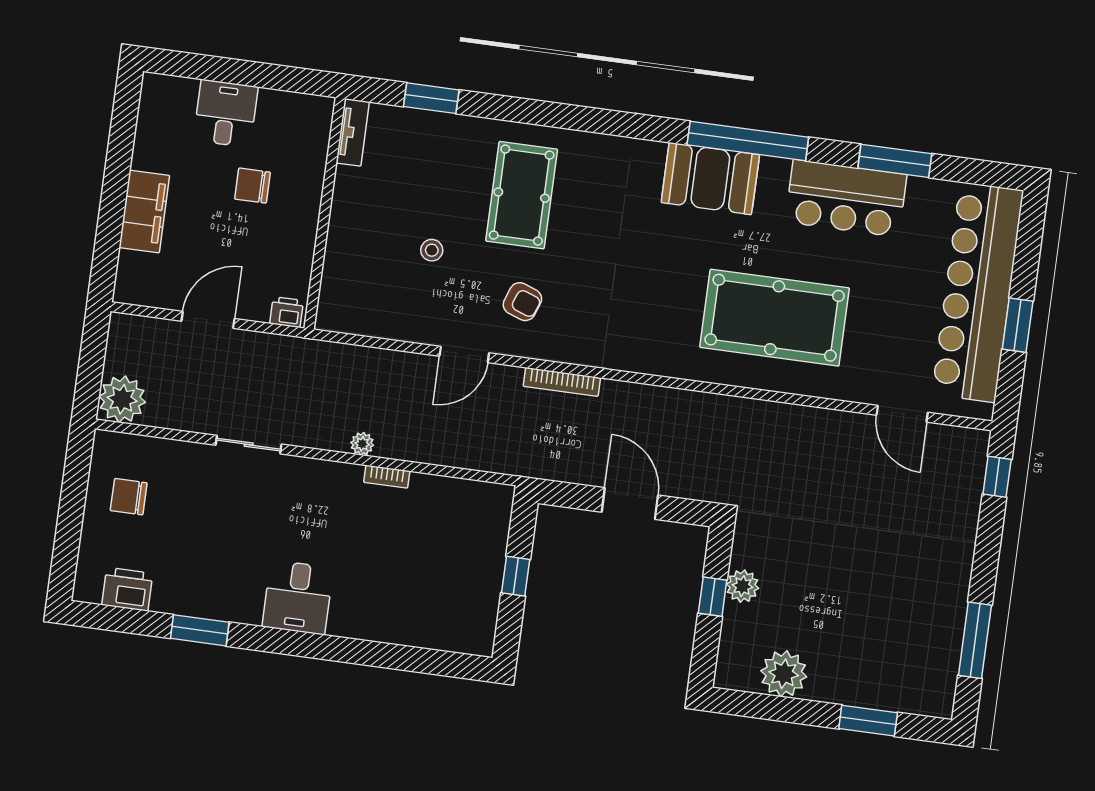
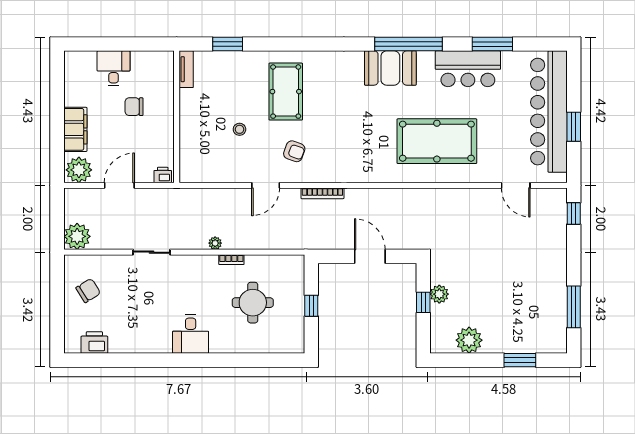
plant: (141, 283) -> (79, 170), added
chair: (129, 497) -> (88, 291), turned 148
round table: (414, 557) -> (253, 303), added
window: (200, 630) -> (138, 360), removed

